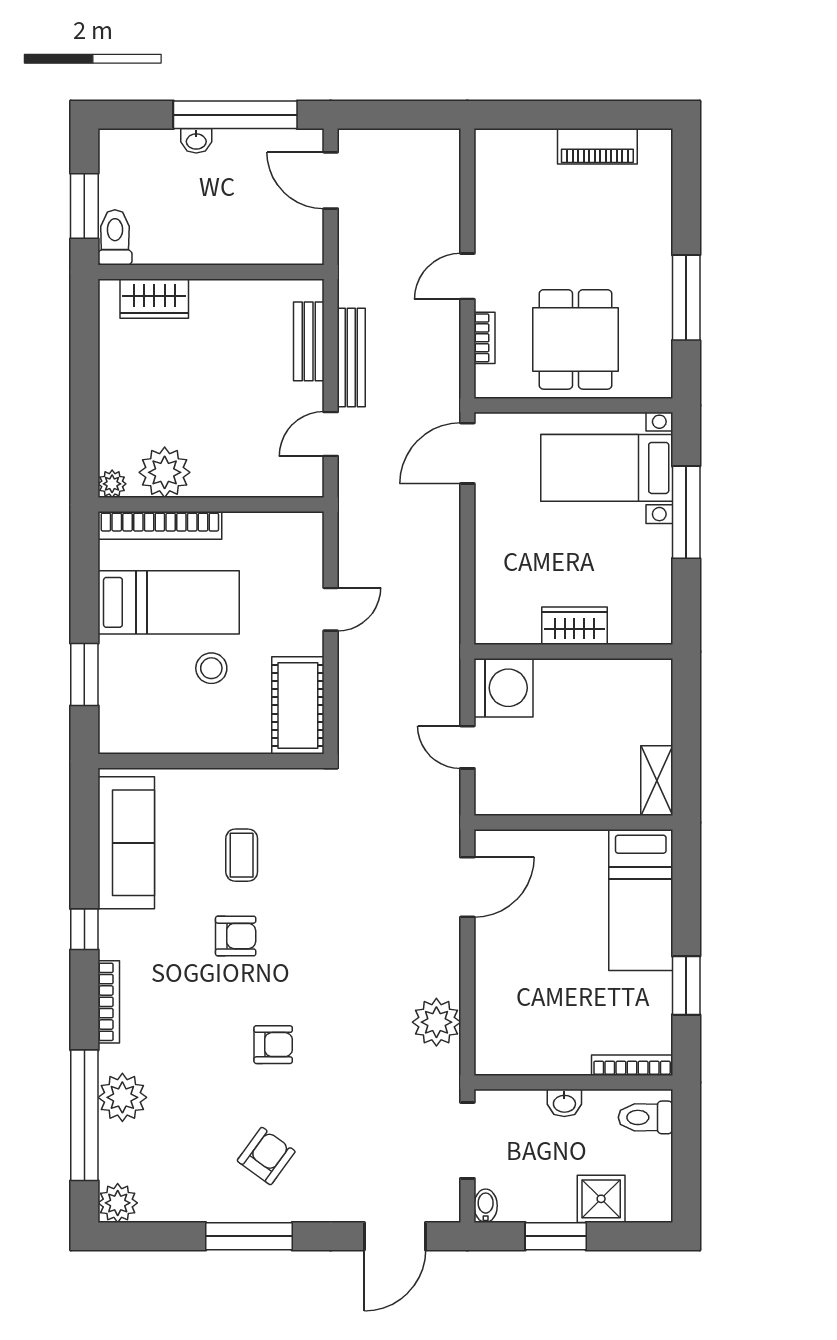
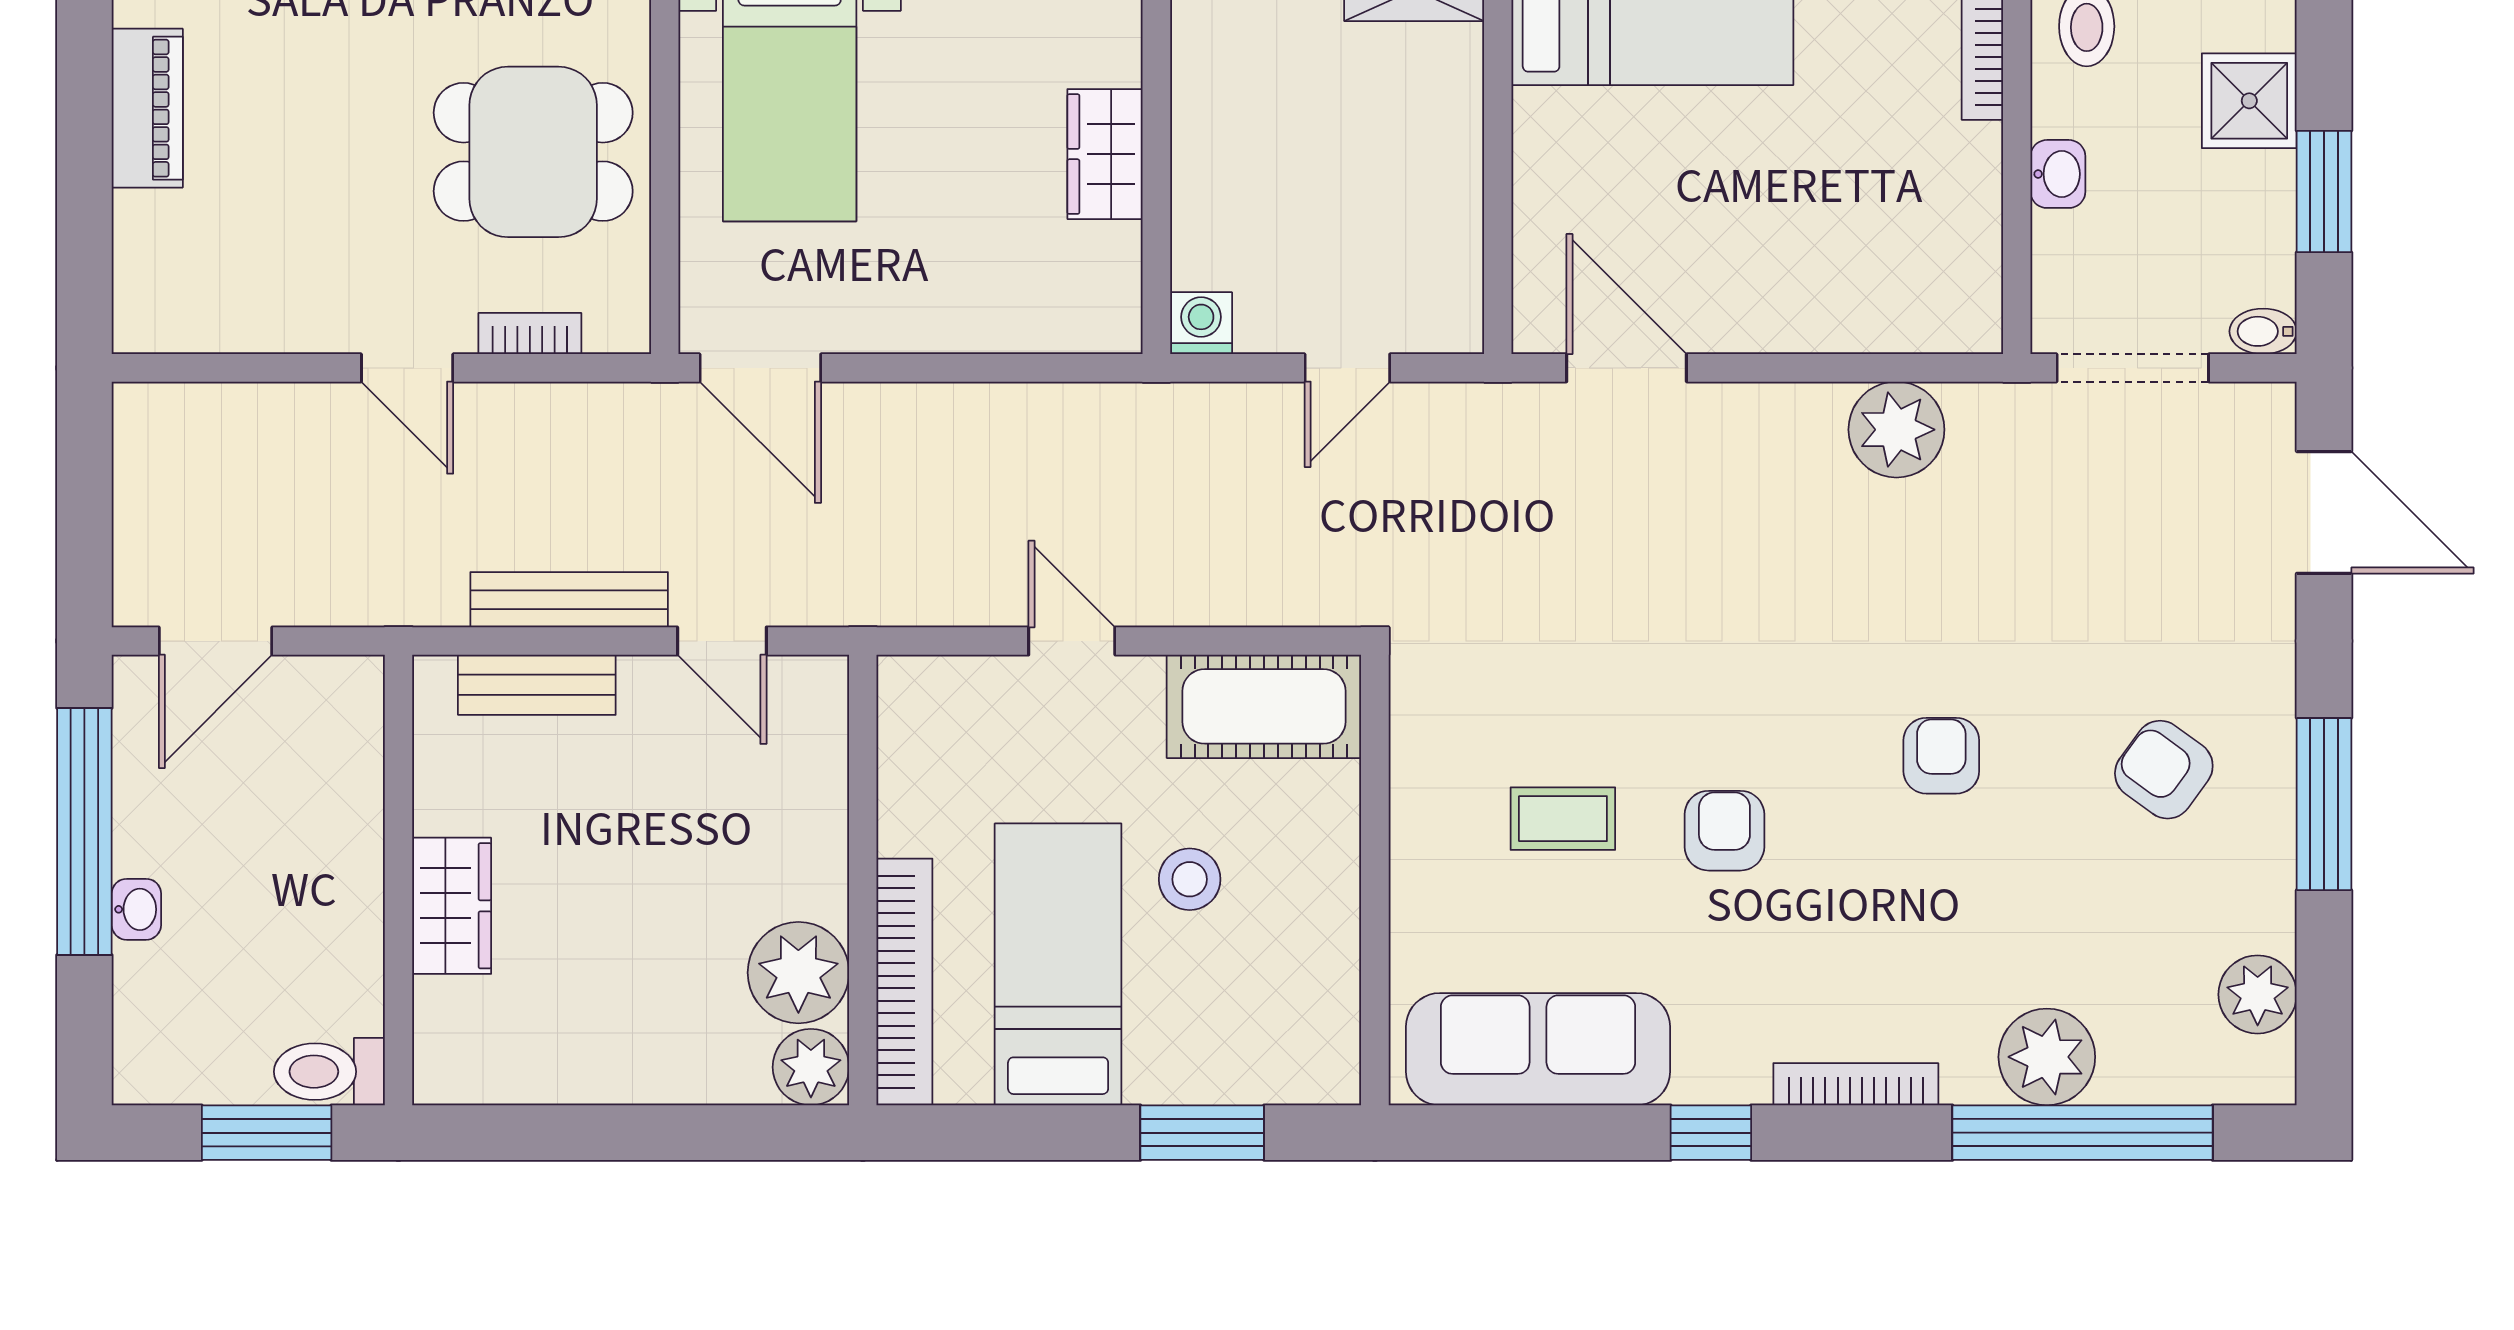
wardrobe: (154, 299) -> (452, 906), moved
plant: (112, 484) -> (811, 1067), width x1.38, depth x1.38
washing machine: (504, 688) -> (1201, 323), width x0.53, depth x0.53
plant: (118, 1203) -> (2258, 994), moved

